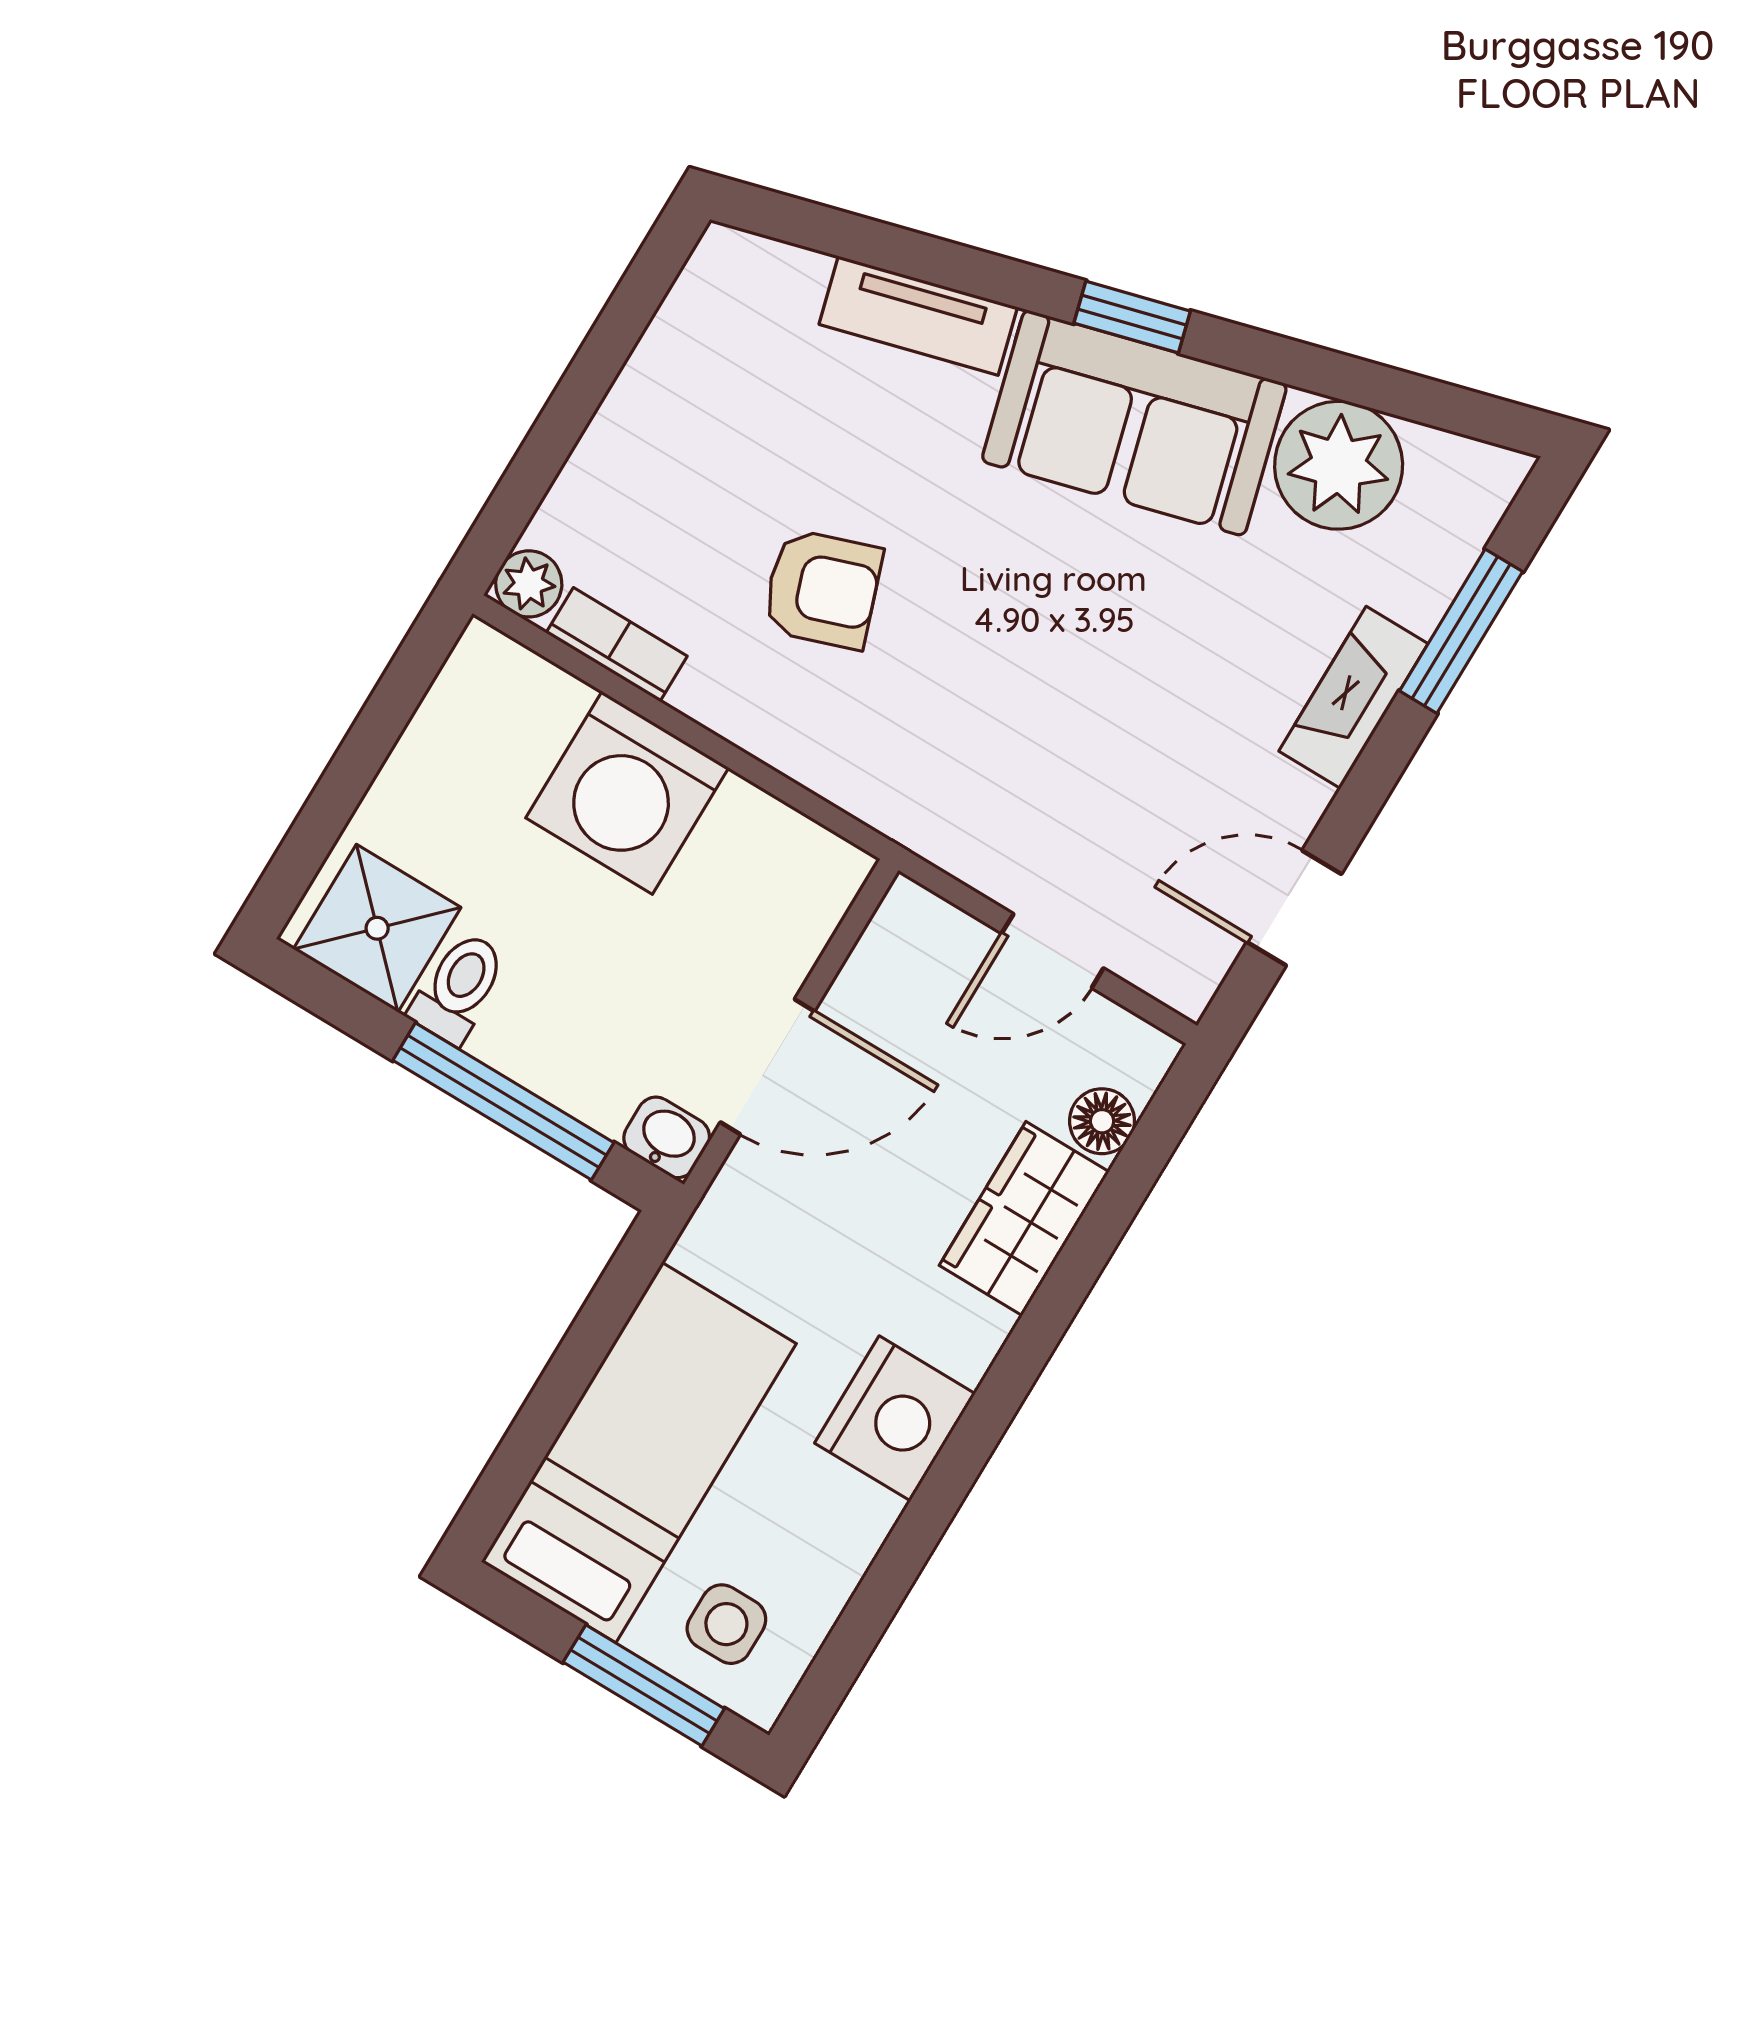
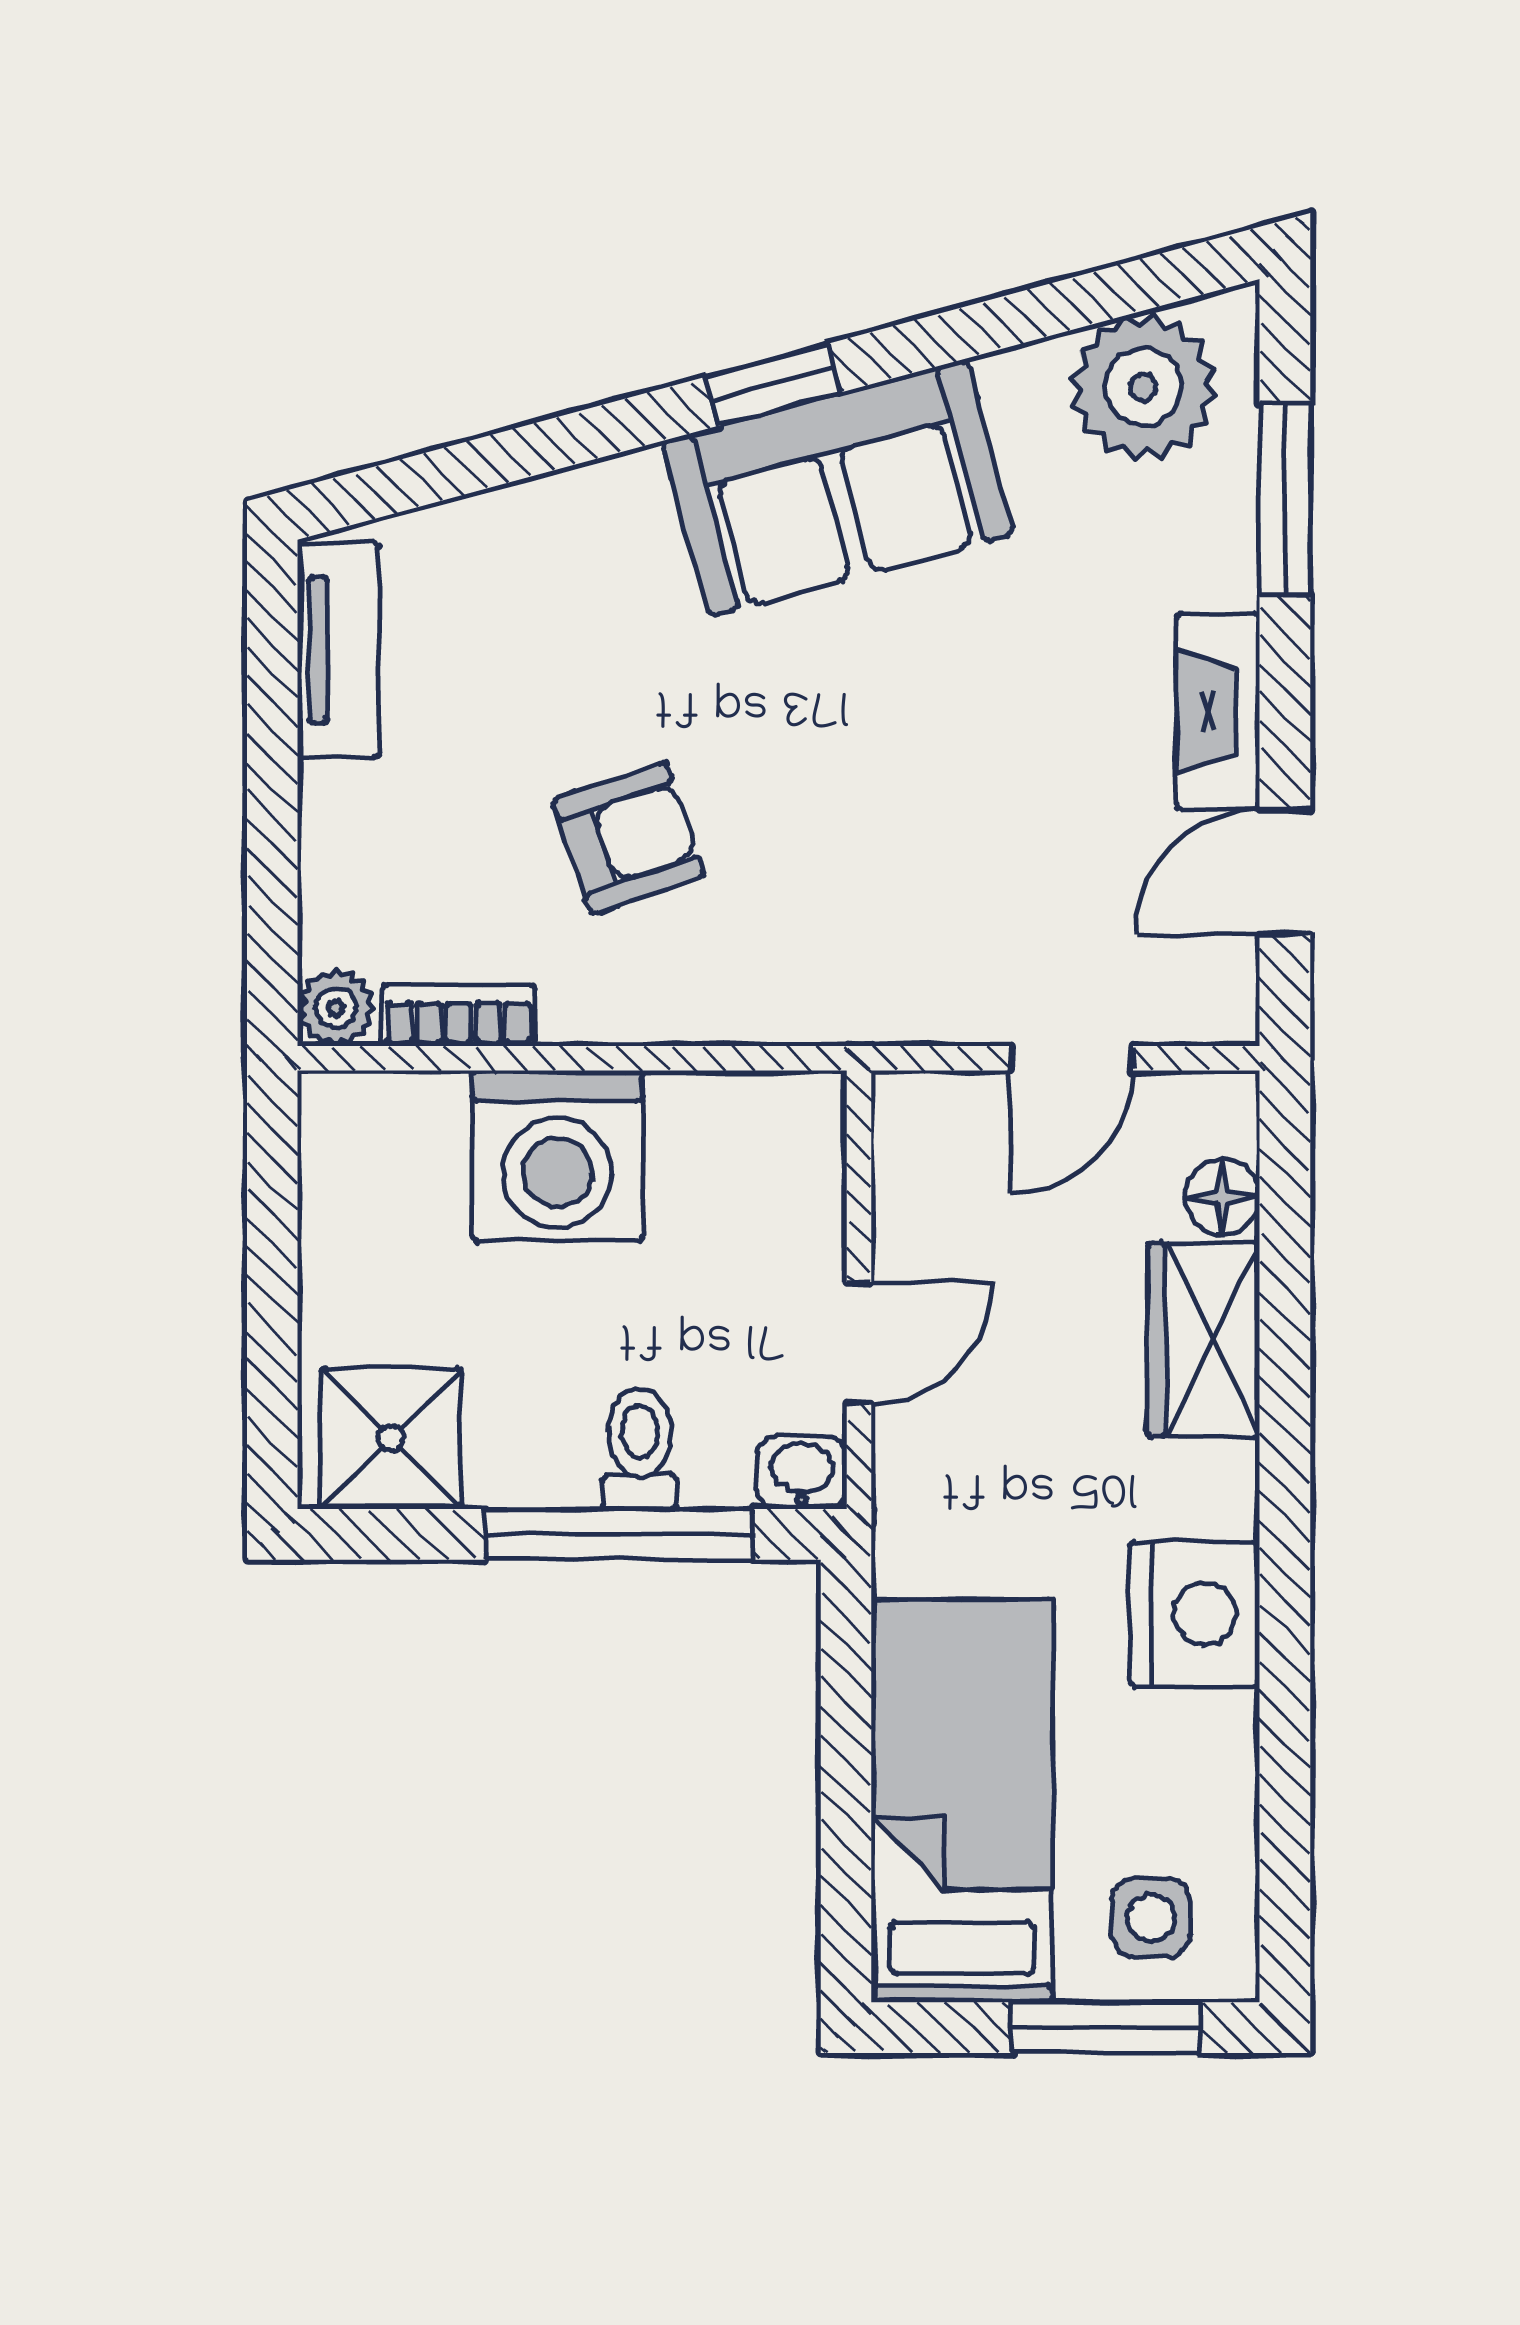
tv unit: (918, 316) -> (338, 650), moved, turned -75
plant: (1339, 465) -> (1143, 387), moved
fireplace: (1353, 697) -> (1218, 711), moved
toilet: (459, 988) -> (640, 1449), moved
door: (767, 1067) -> (859, 1343), width x0.73

